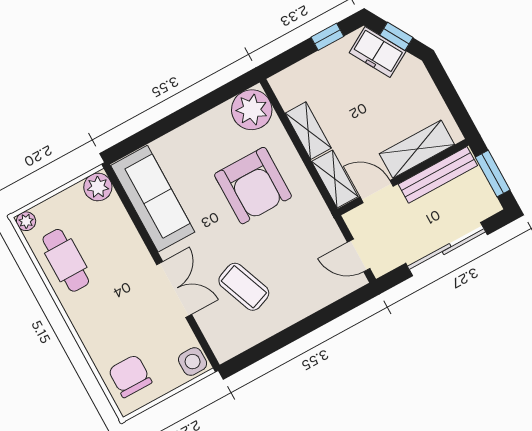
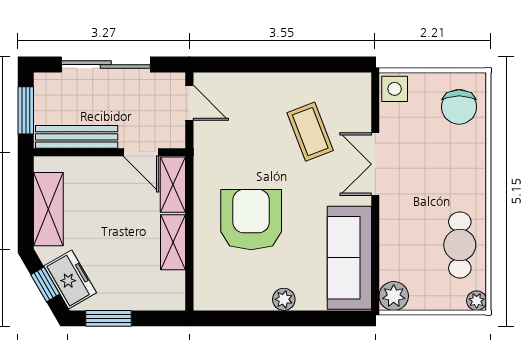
window: (327, 37) -> (109, 318), width x1.50
plant: (252, 110) -> (284, 299), moved, width x0.53, depth x0.53
shelving: (417, 149) -> (48, 209), moved, turned 90

